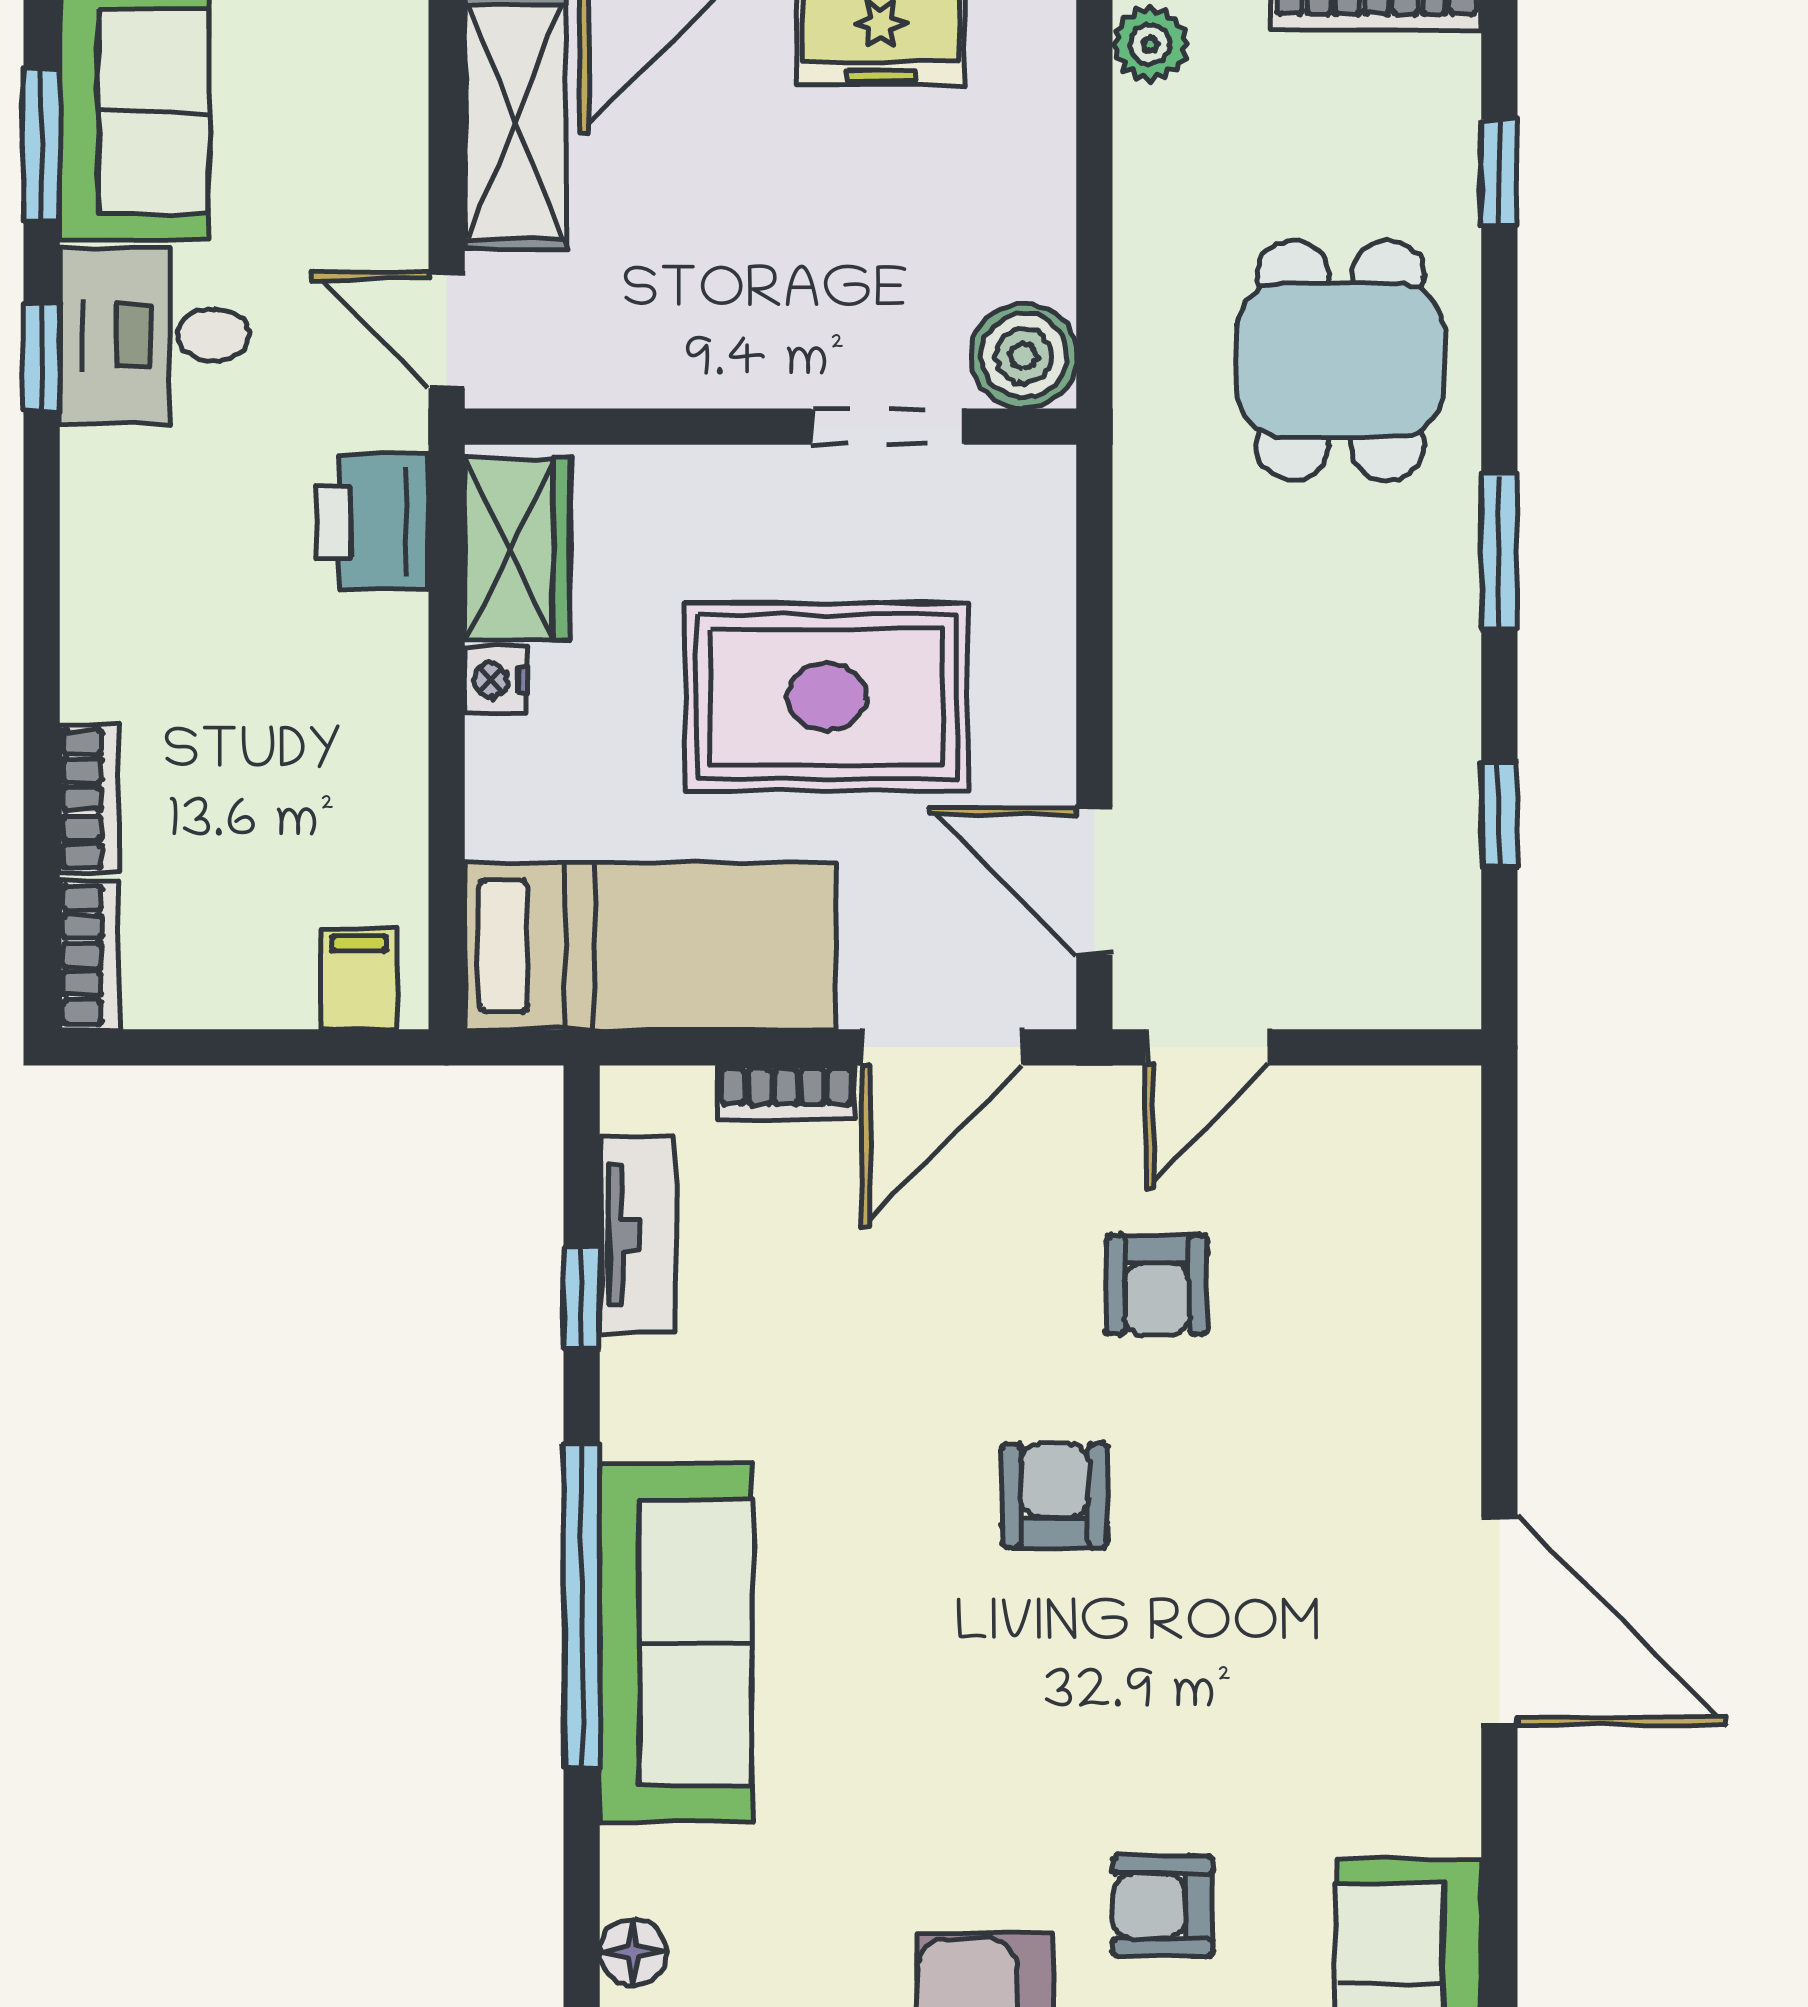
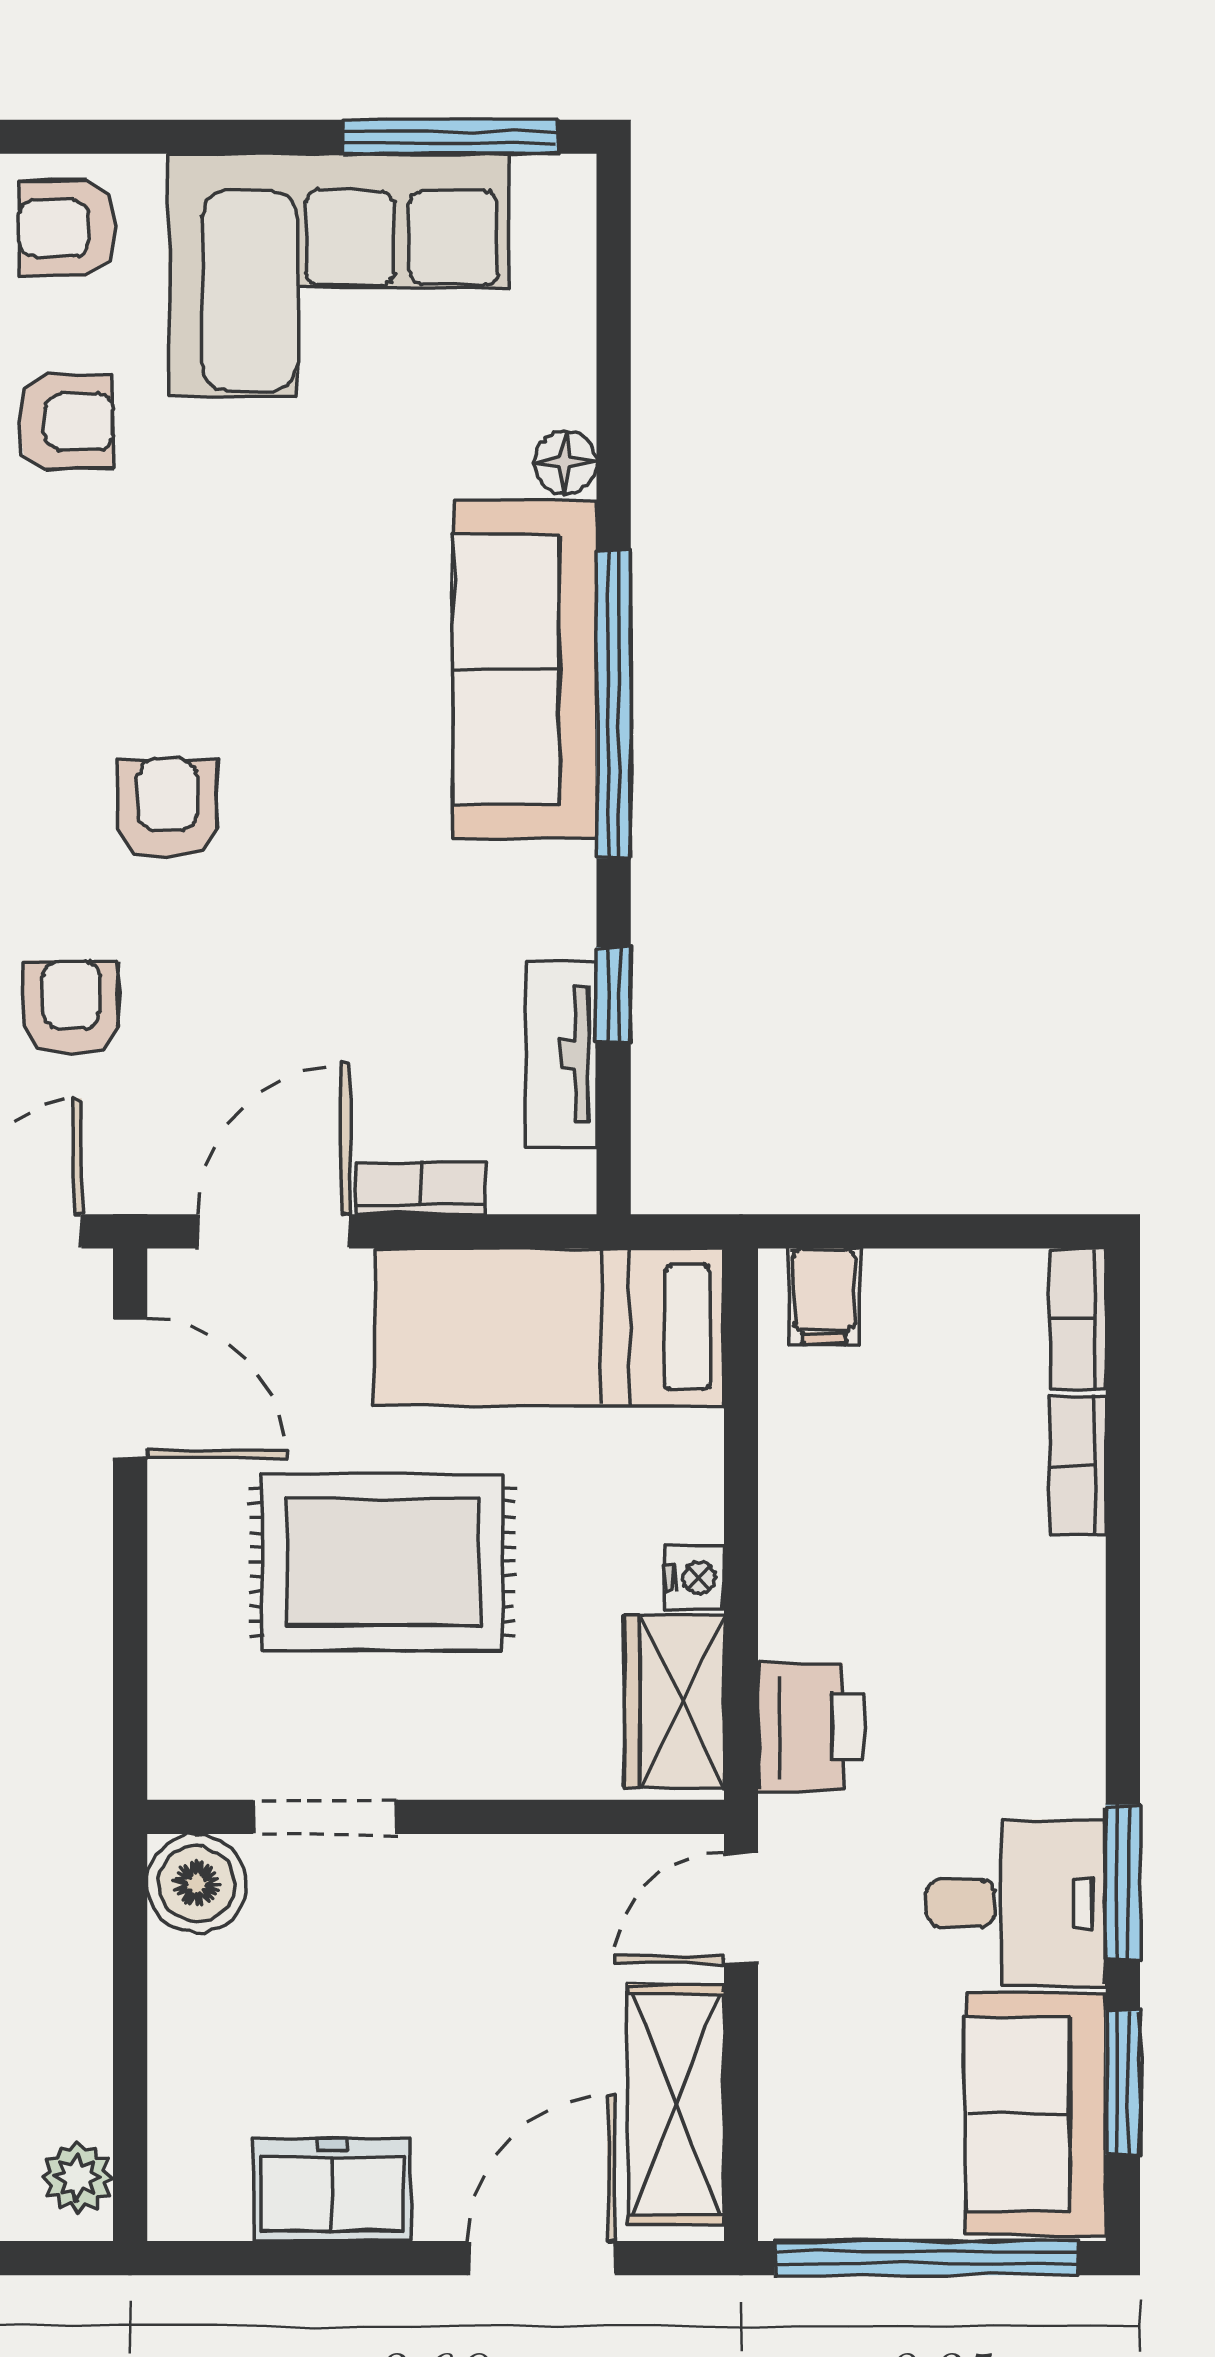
door: (447, 330) -> (741, 1908), swing flipped
window: (42, 357) -> (1123, 1882), width x1.50
armchair: (1055, 1495) -> (168, 809), turned 180
floor lamp: (633, 1952) -> (565, 462), moved

